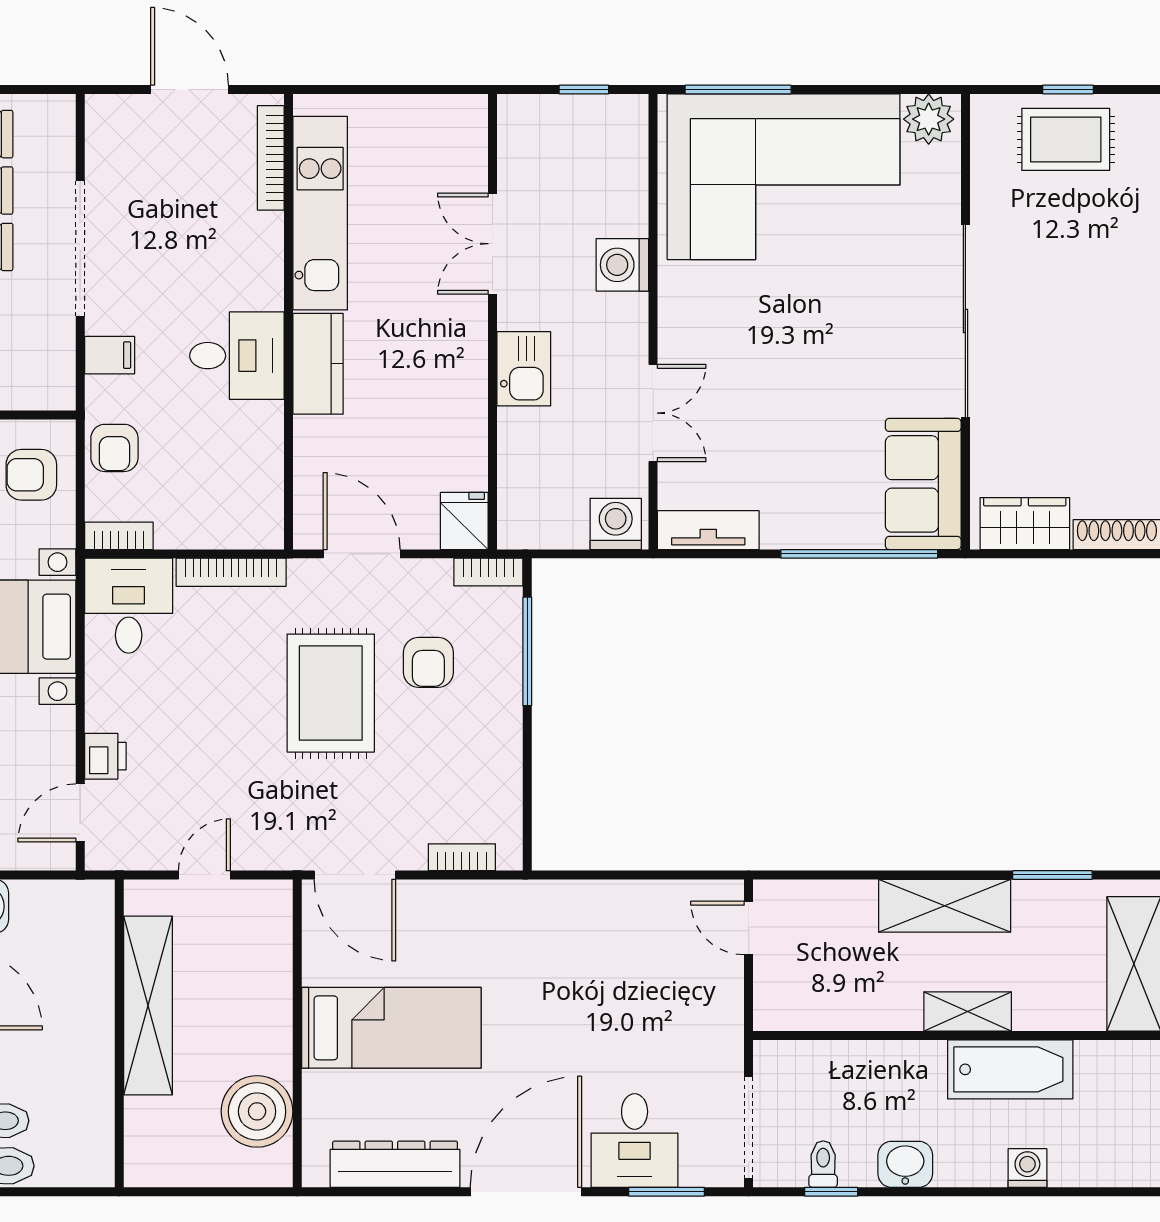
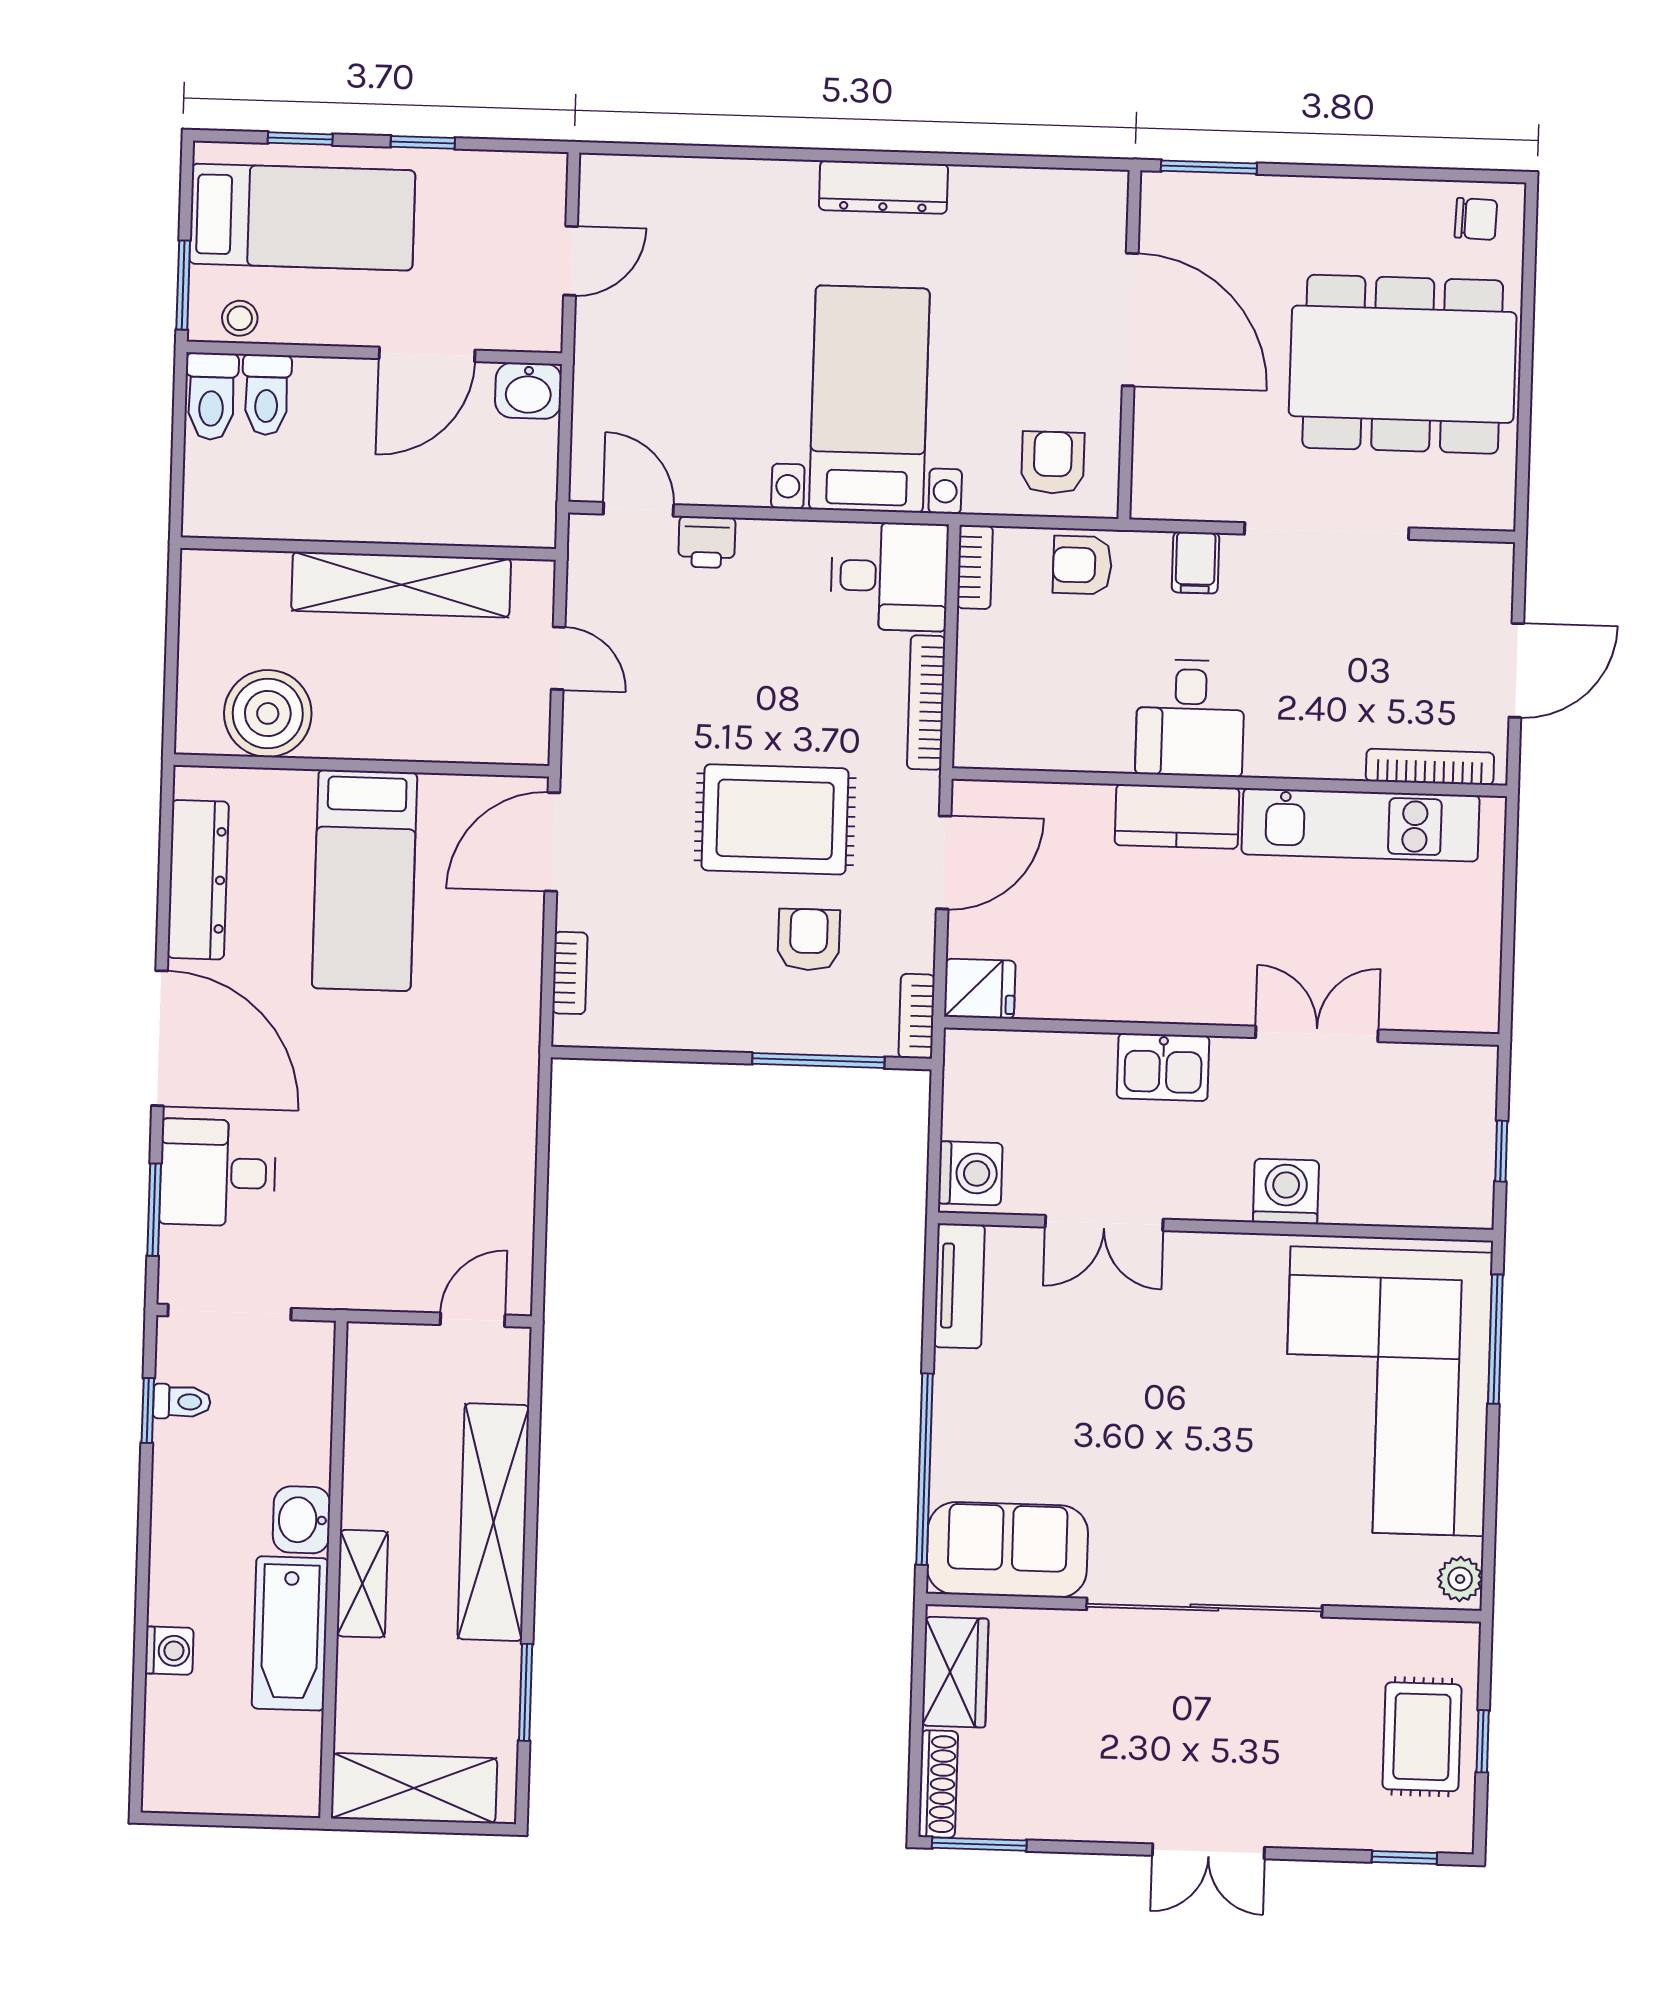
plant: (929, 119) -> (1460, 1579), width x0.73, depth x0.73
armchair: (428, 662) -> (809, 940), turned 90
shelving: (945, 906) -> (493, 1522), width x1.47
washbasin: (905, 1164) -> (302, 1520), moved, turned 180

